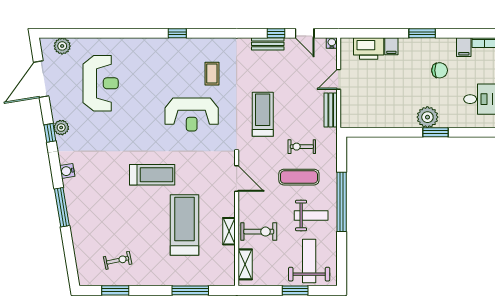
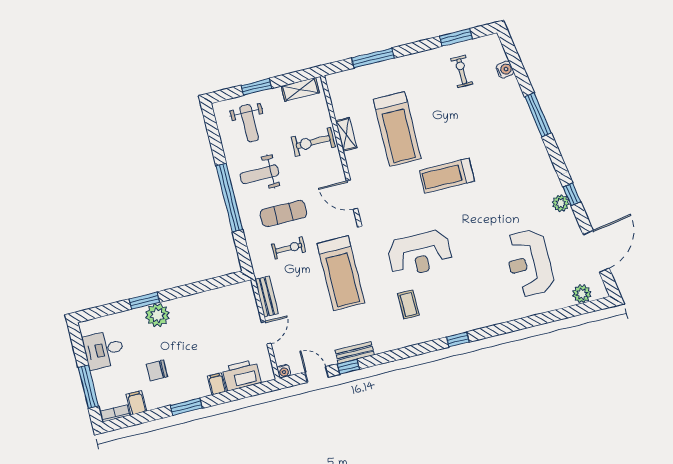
reception desk: (192, 114) -> (420, 253), turned 180
treadmill: (263, 114) -> (341, 273), width x1.37, depth x1.38
water cooler: (67, 171) -> (505, 70), moved
exercise bike: (118, 260) -> (462, 71), turned 102
weight bench: (309, 261) -> (249, 123), width x0.73, depth x0.75
shelving: (245, 264) -> (300, 89), moved, turned 90

